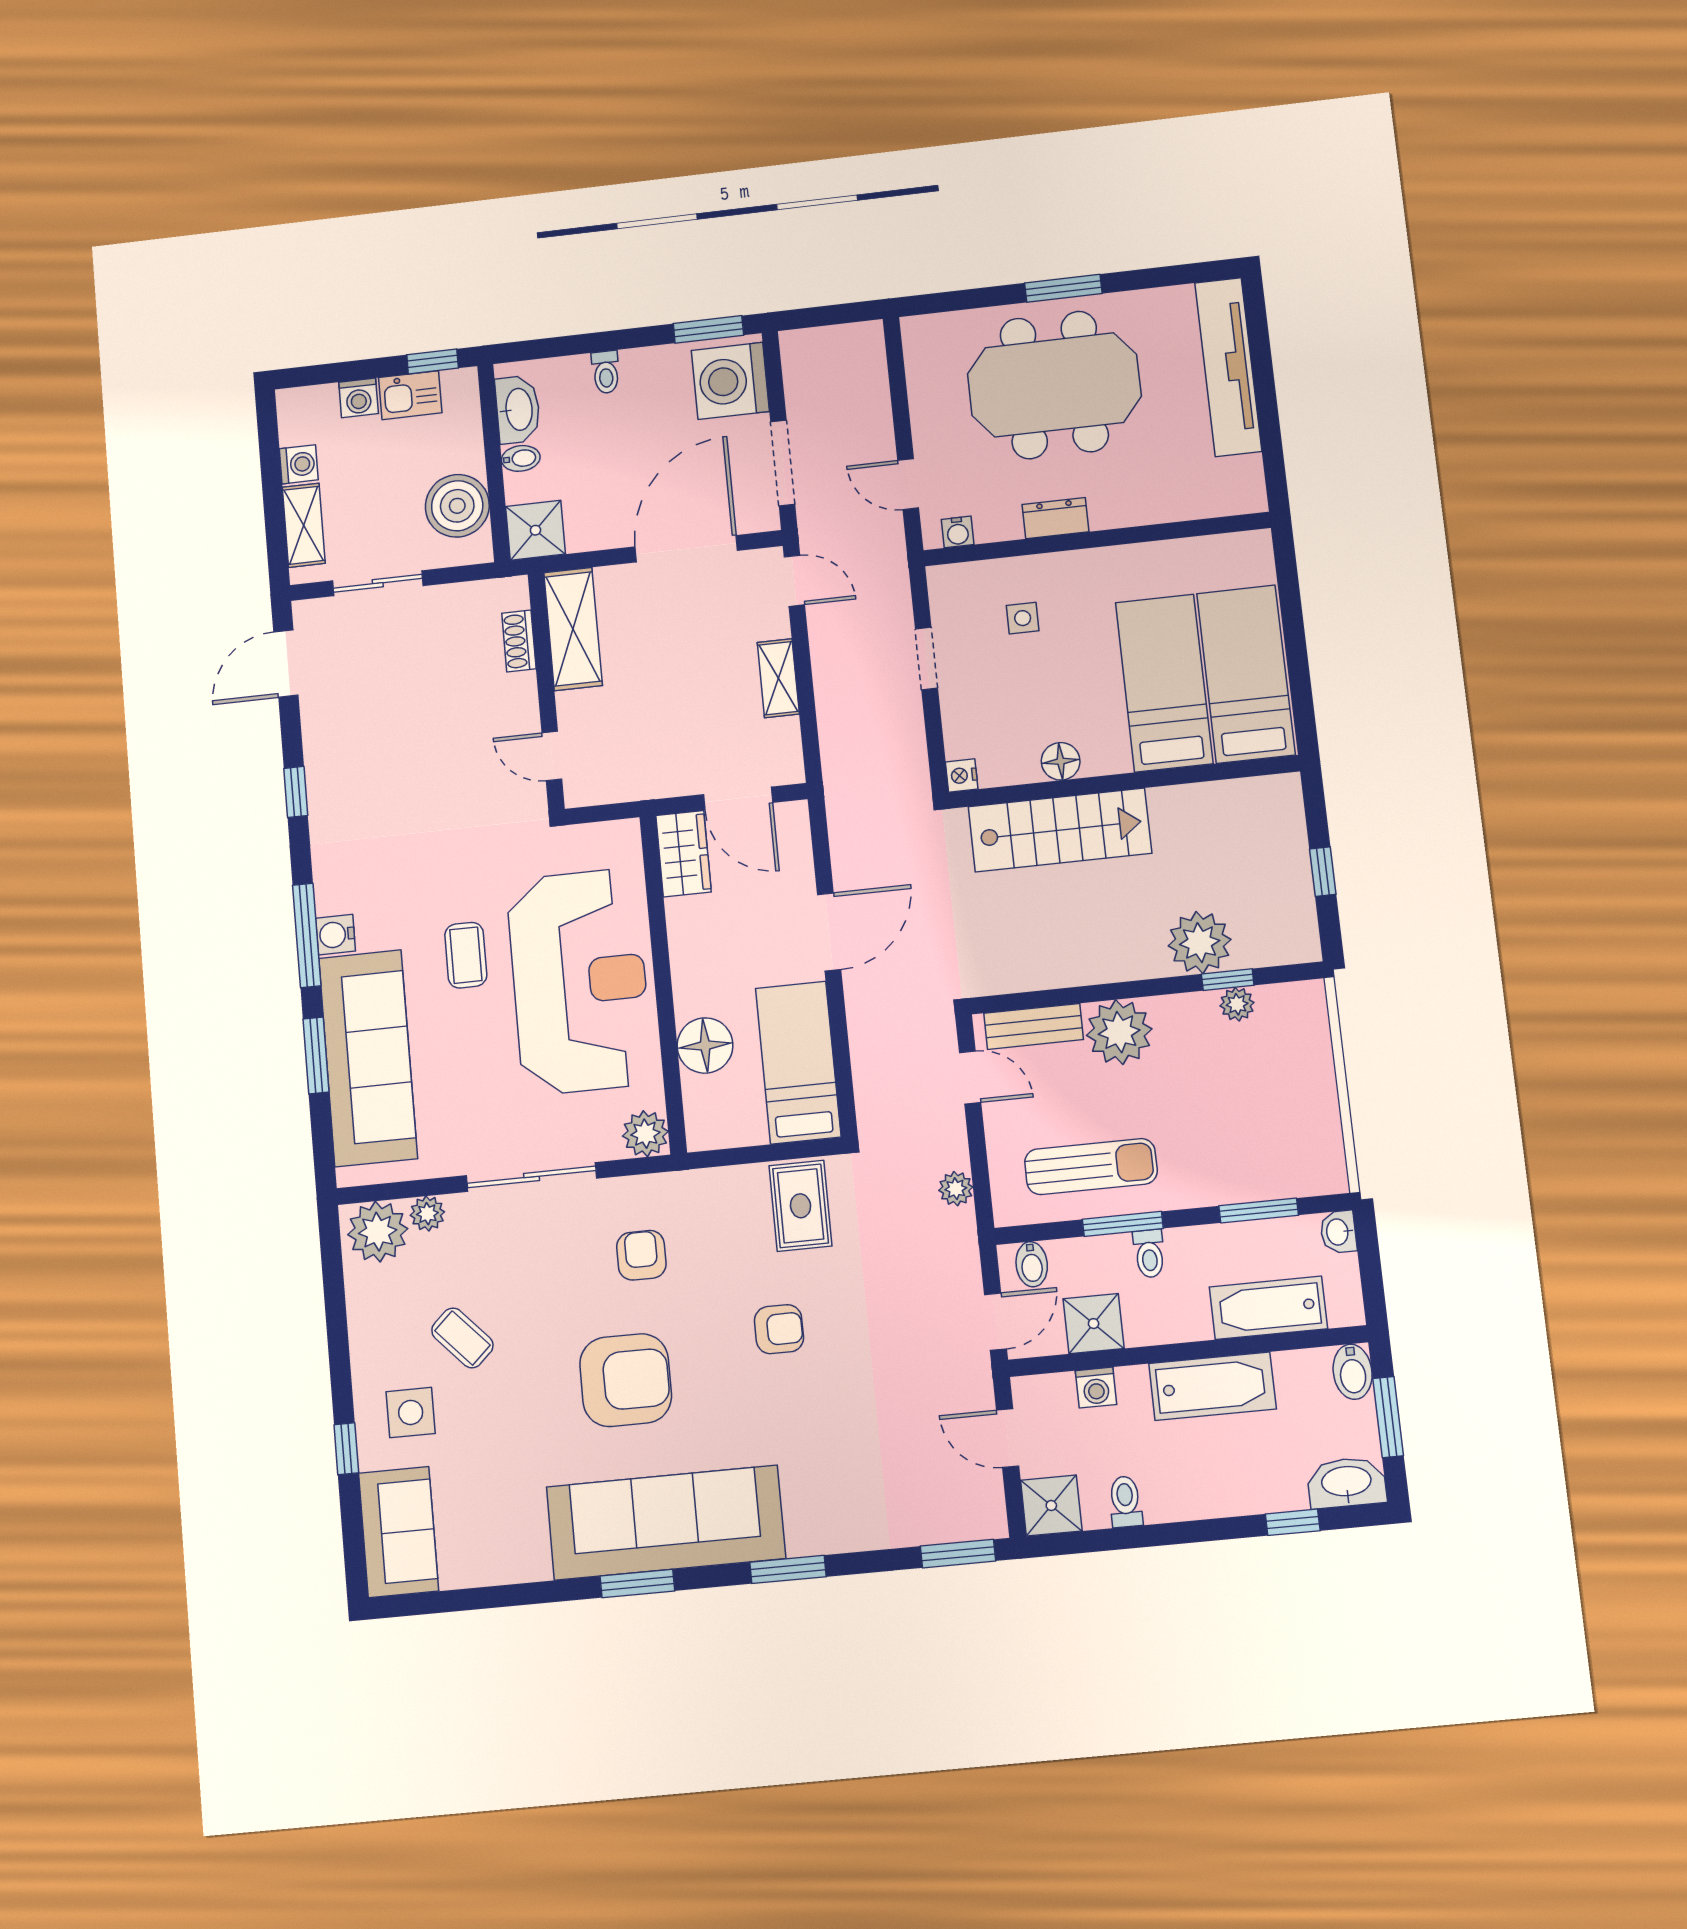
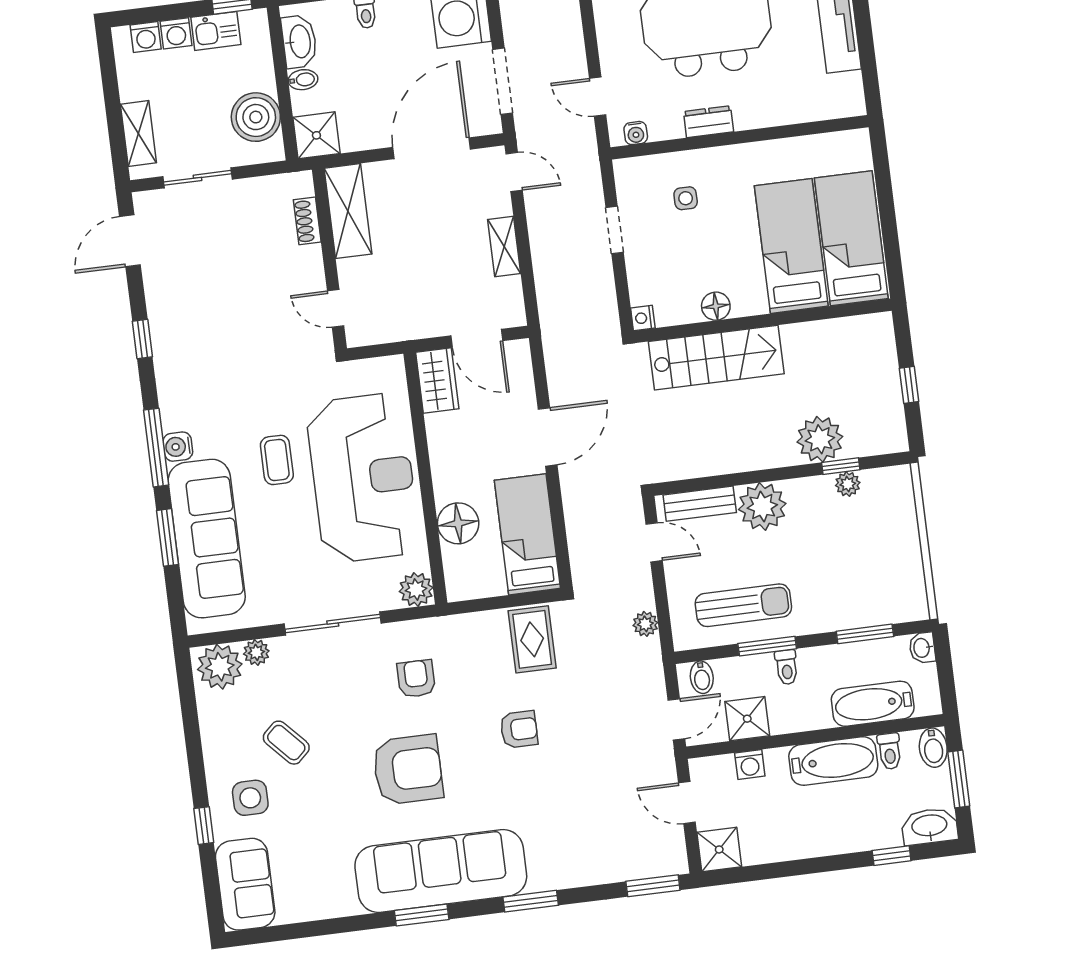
washing machine: (299, 464) -> (146, 37), moved, turned 90
toilet: (1125, 1502) -> (890, 751), moved, turned 180

